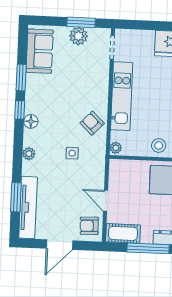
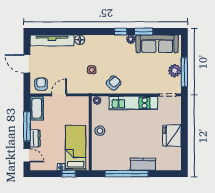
window: (81, 22) -> (184, 72), width x1.44
sofa: (40, 51) -> (157, 44), width x1.36
floor lamp: (31, 121) -> (80, 40), moved
plant: (29, 154) -> (131, 39), moved
window: (16, 197) -> (59, 32), removed

